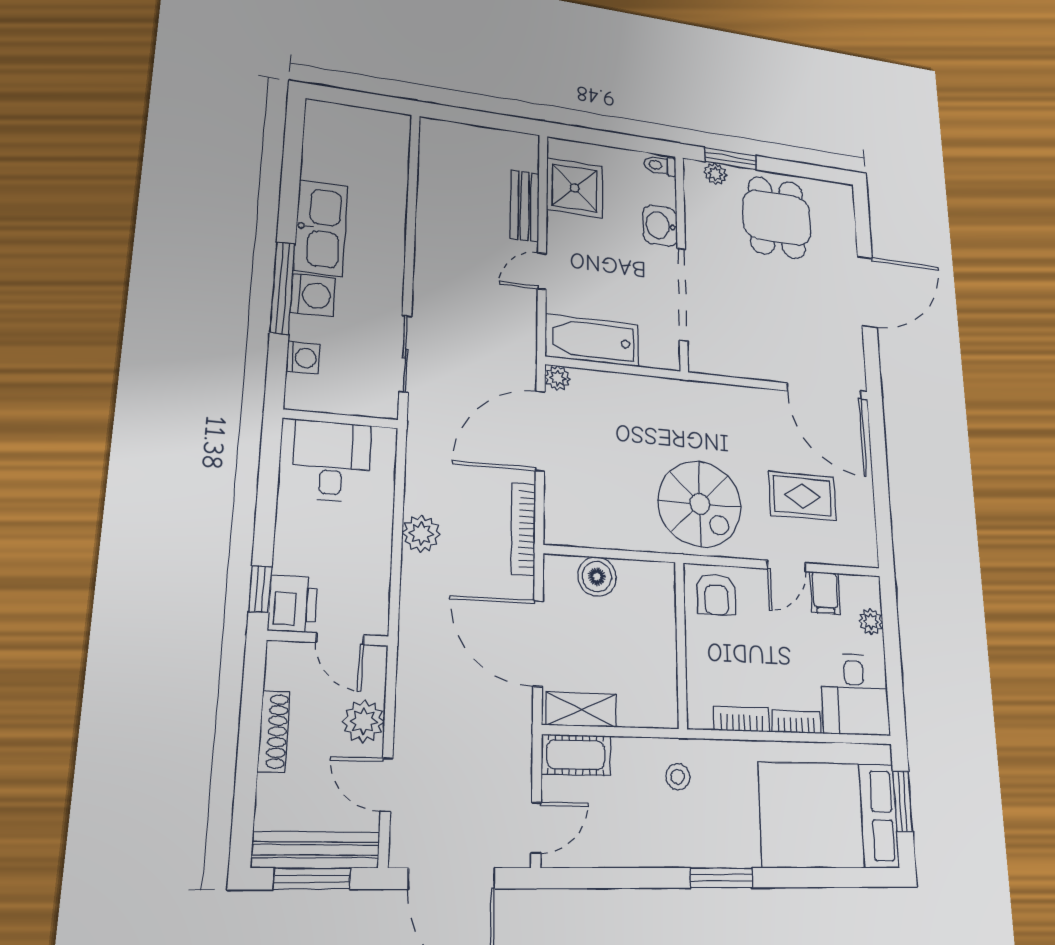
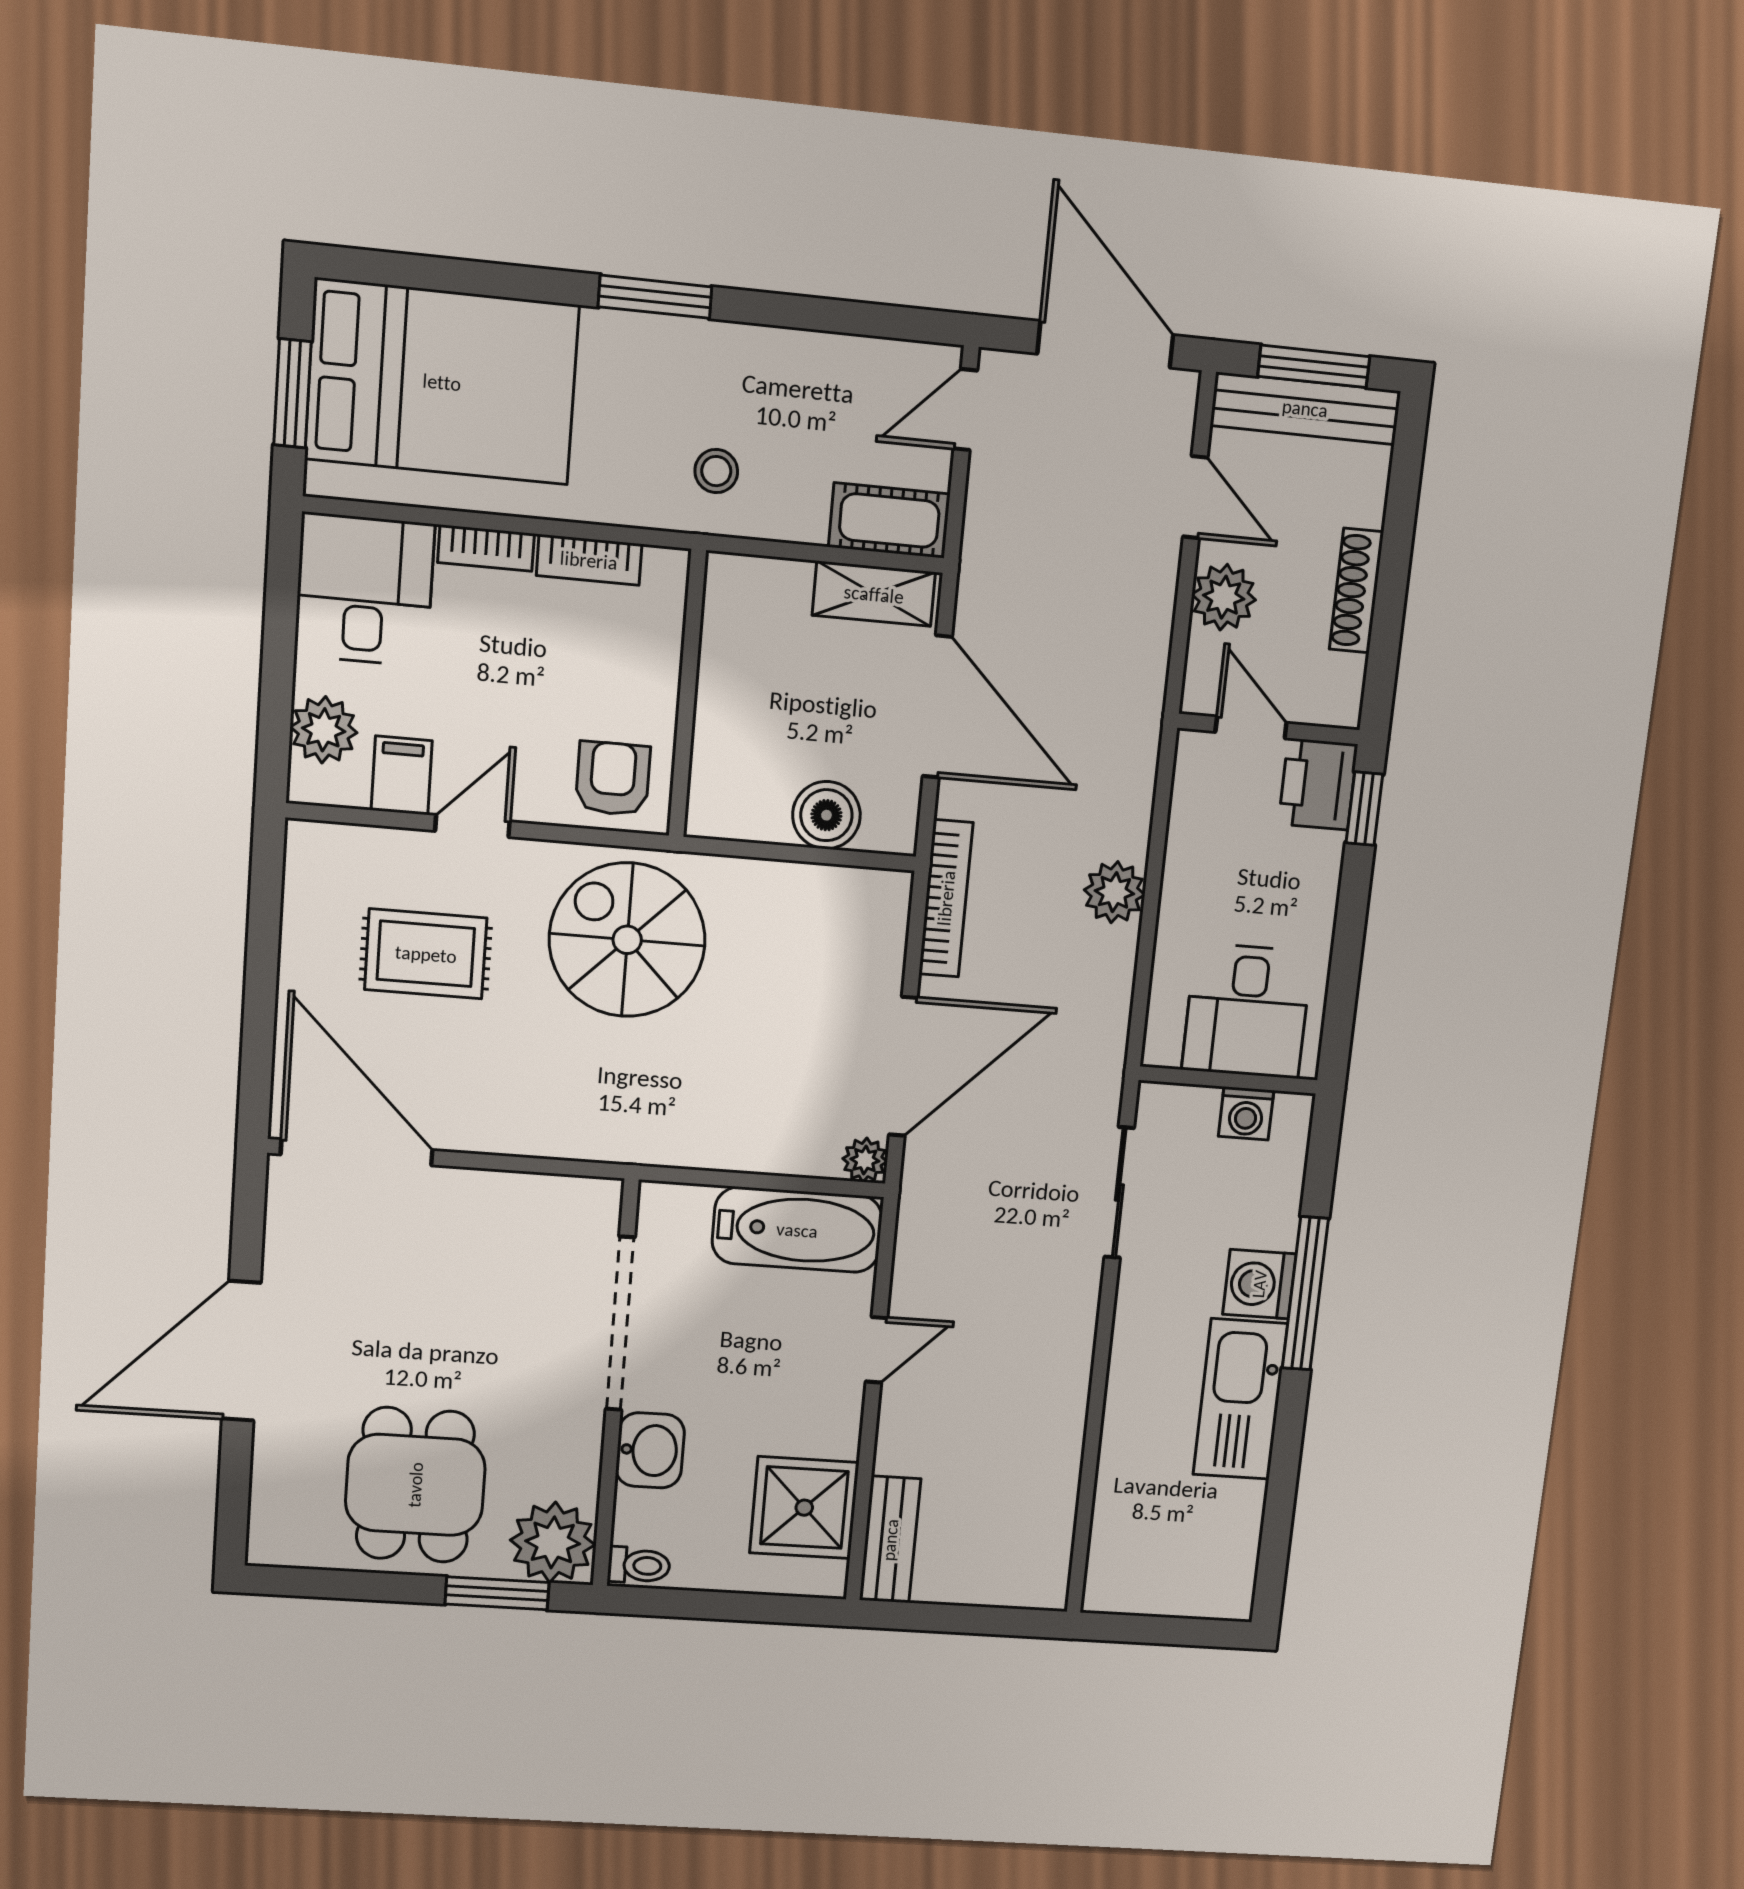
plant: (715, 174) -> (553, 1542), width x1.87, depth x1.87
bench: (525, 206) -> (890, 1540), moved
washing machine: (303, 358) -> (1246, 1113), moved, turned -90
plant: (871, 622) -> (324, 730), width x1.38, depth x1.38

